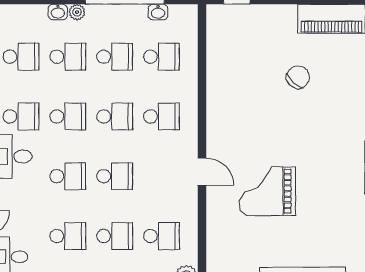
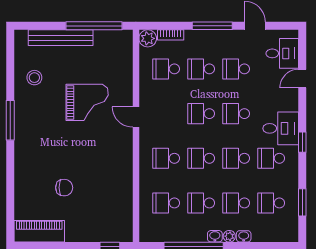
washbasin: (158, 12) -> (215, 236), moved
chair: (298, 77) -> (64, 188), turned -131
stool: (338, 224) -> (34, 78), added

